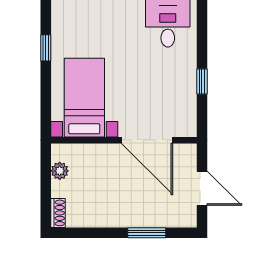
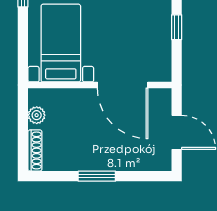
shoe rack: (58, 213) -> (35, 150), width x1.43
window: (147, 233) -> (97, 176), moved

